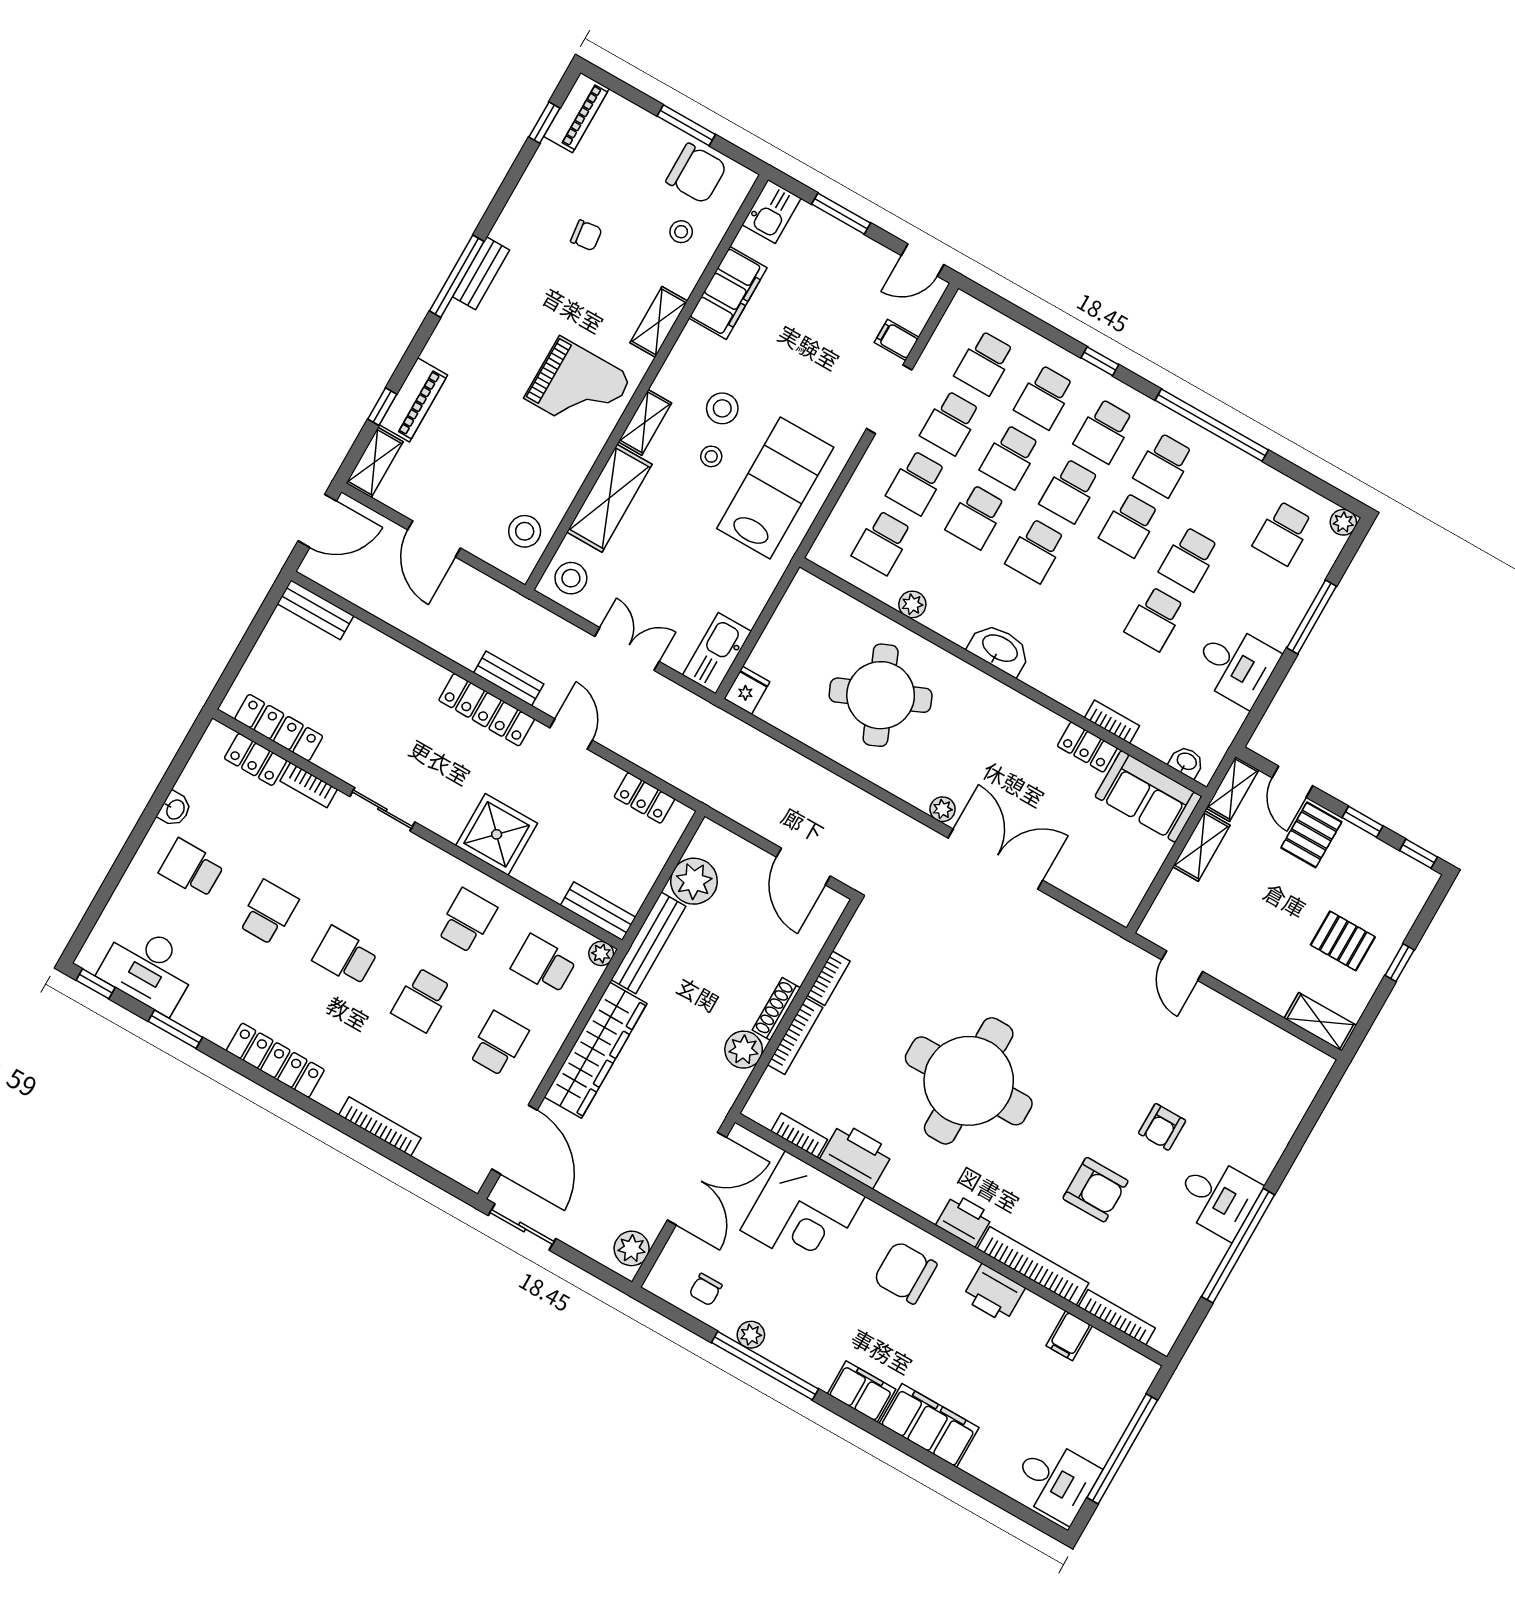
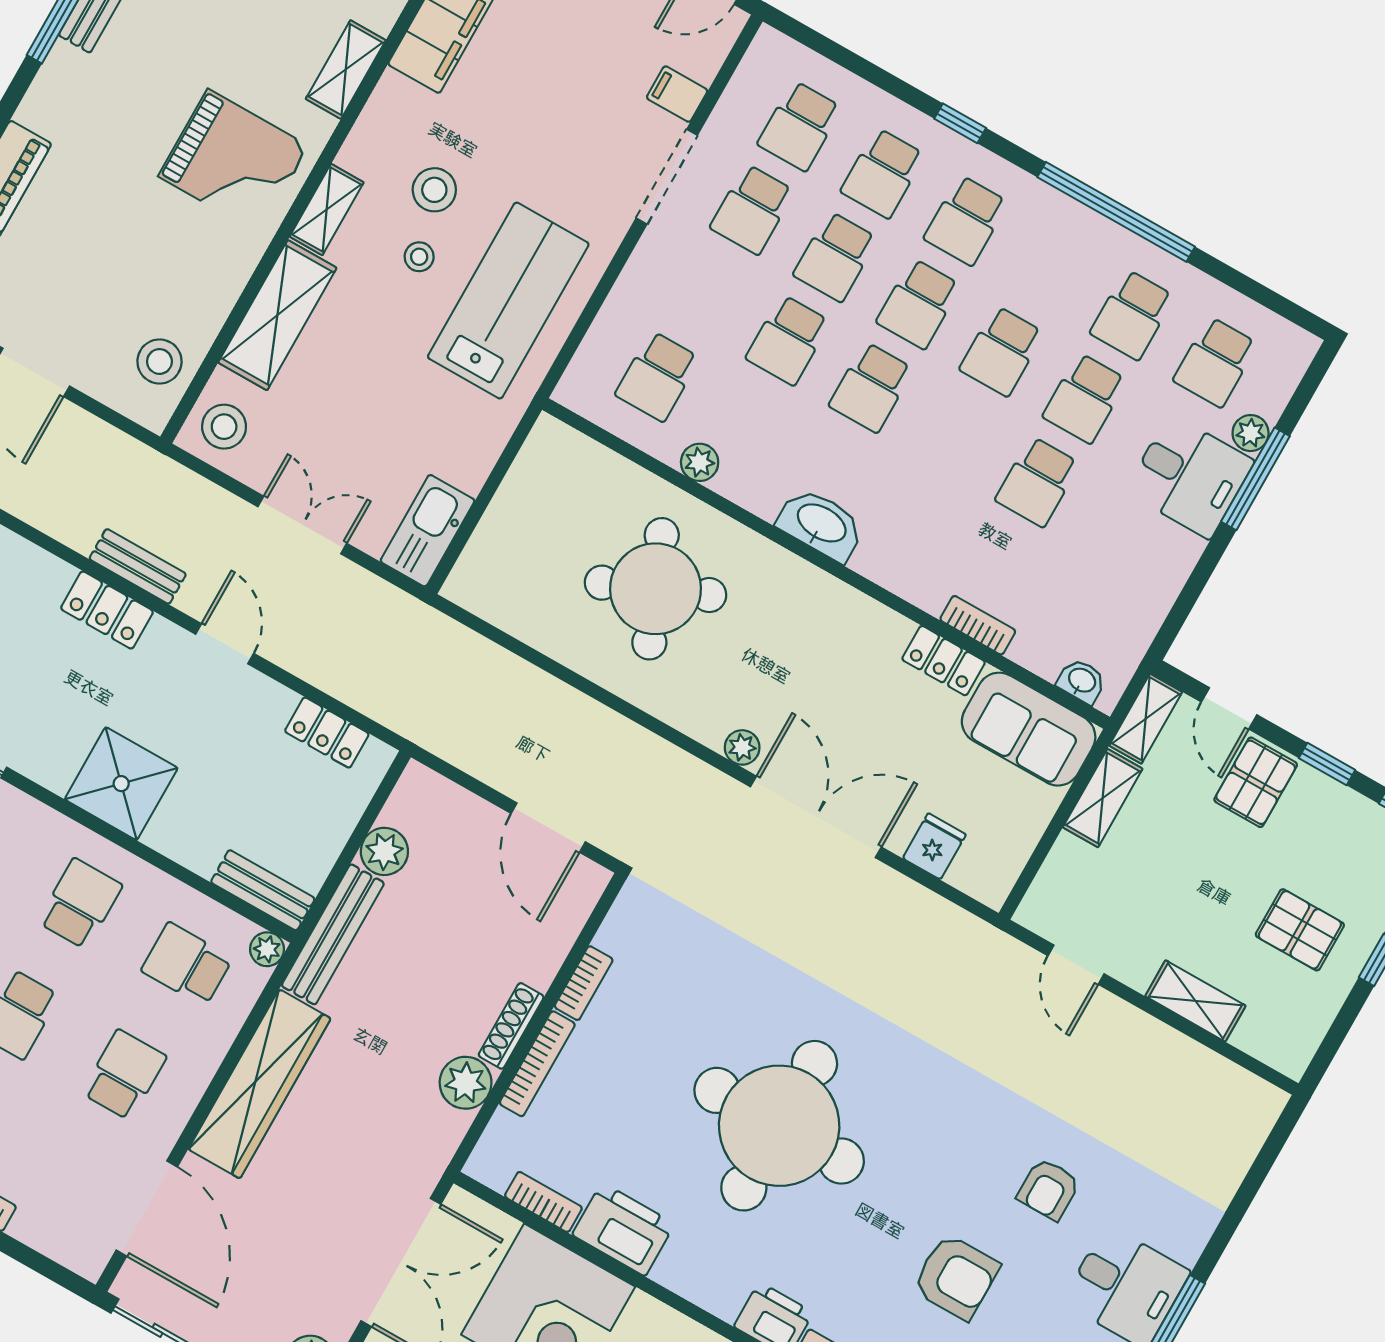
school desk: (1164, 465) -> (1132, 315), moved
school desk: (916, 483) -> (705, 293), removed
plant: (1343, 522) -> (1251, 433), moved
desk: (1236, 665) -> (1190, 476), moved
fridge: (747, 690) -> (934, 846), moved
locker: (487, 710) -> (107, 610), width x0.66
plant: (694, 881) -> (384, 851), width x0.73, depth x0.73
shelving: (1320, 1022) -> (1195, 1001), moved

